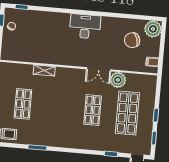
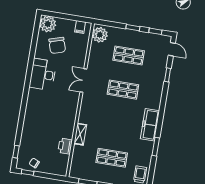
desk: (85, 26) -> (43, 74), moved
printer: (31, 56) -> (65, 146), added
double door: (99, 69) -> (83, 81), swing flipped
plant: (118, 80) -> (100, 35), moved
shop shelf: (127, 113) -> (129, 56), width x0.70, depth x0.74
freezer: (59, 140) -> (150, 125), added

